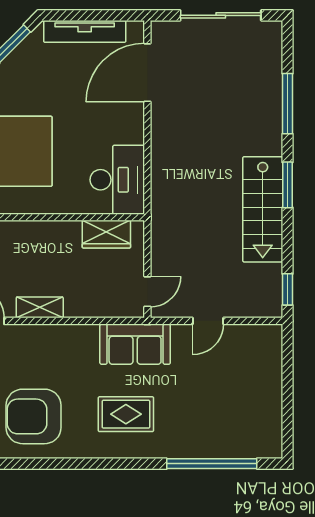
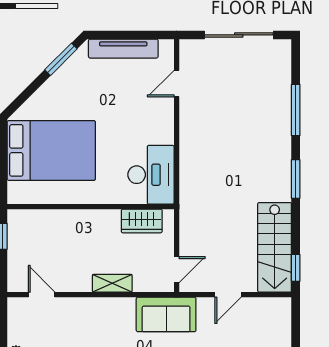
door: (147, 73) -> (177, 84), width x0.53
stairs: (263, 209) -> (275, 247), moved
shelving: (40, 307) -> (112, 283), moved

